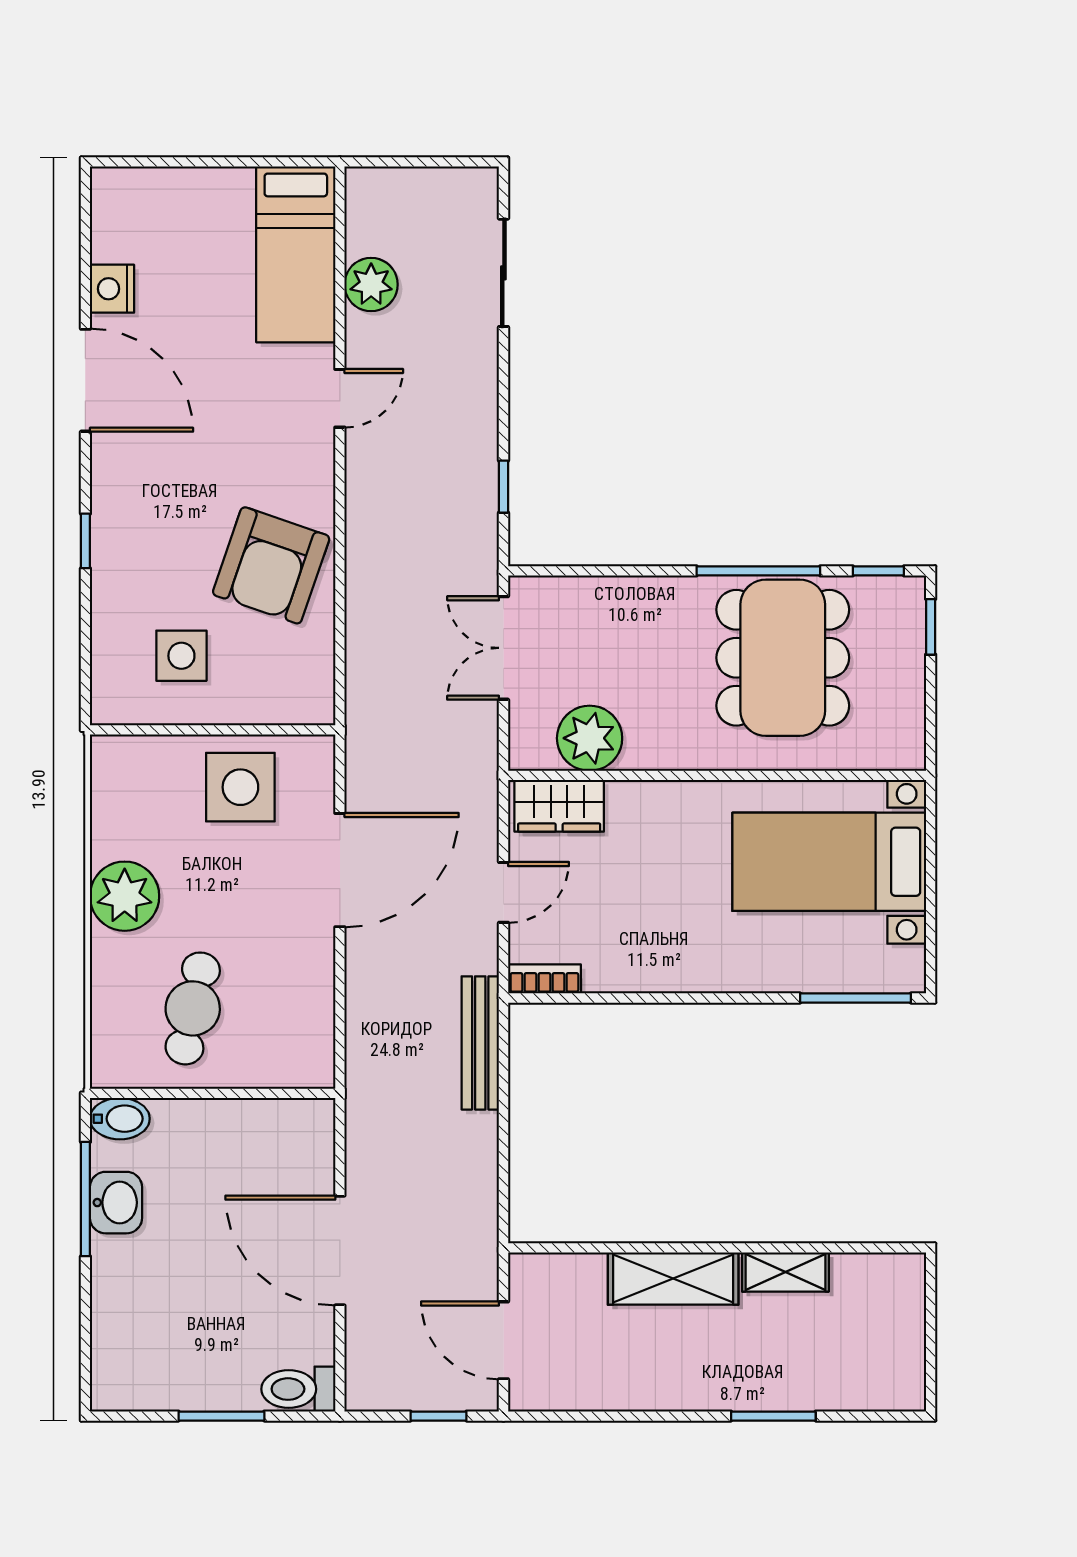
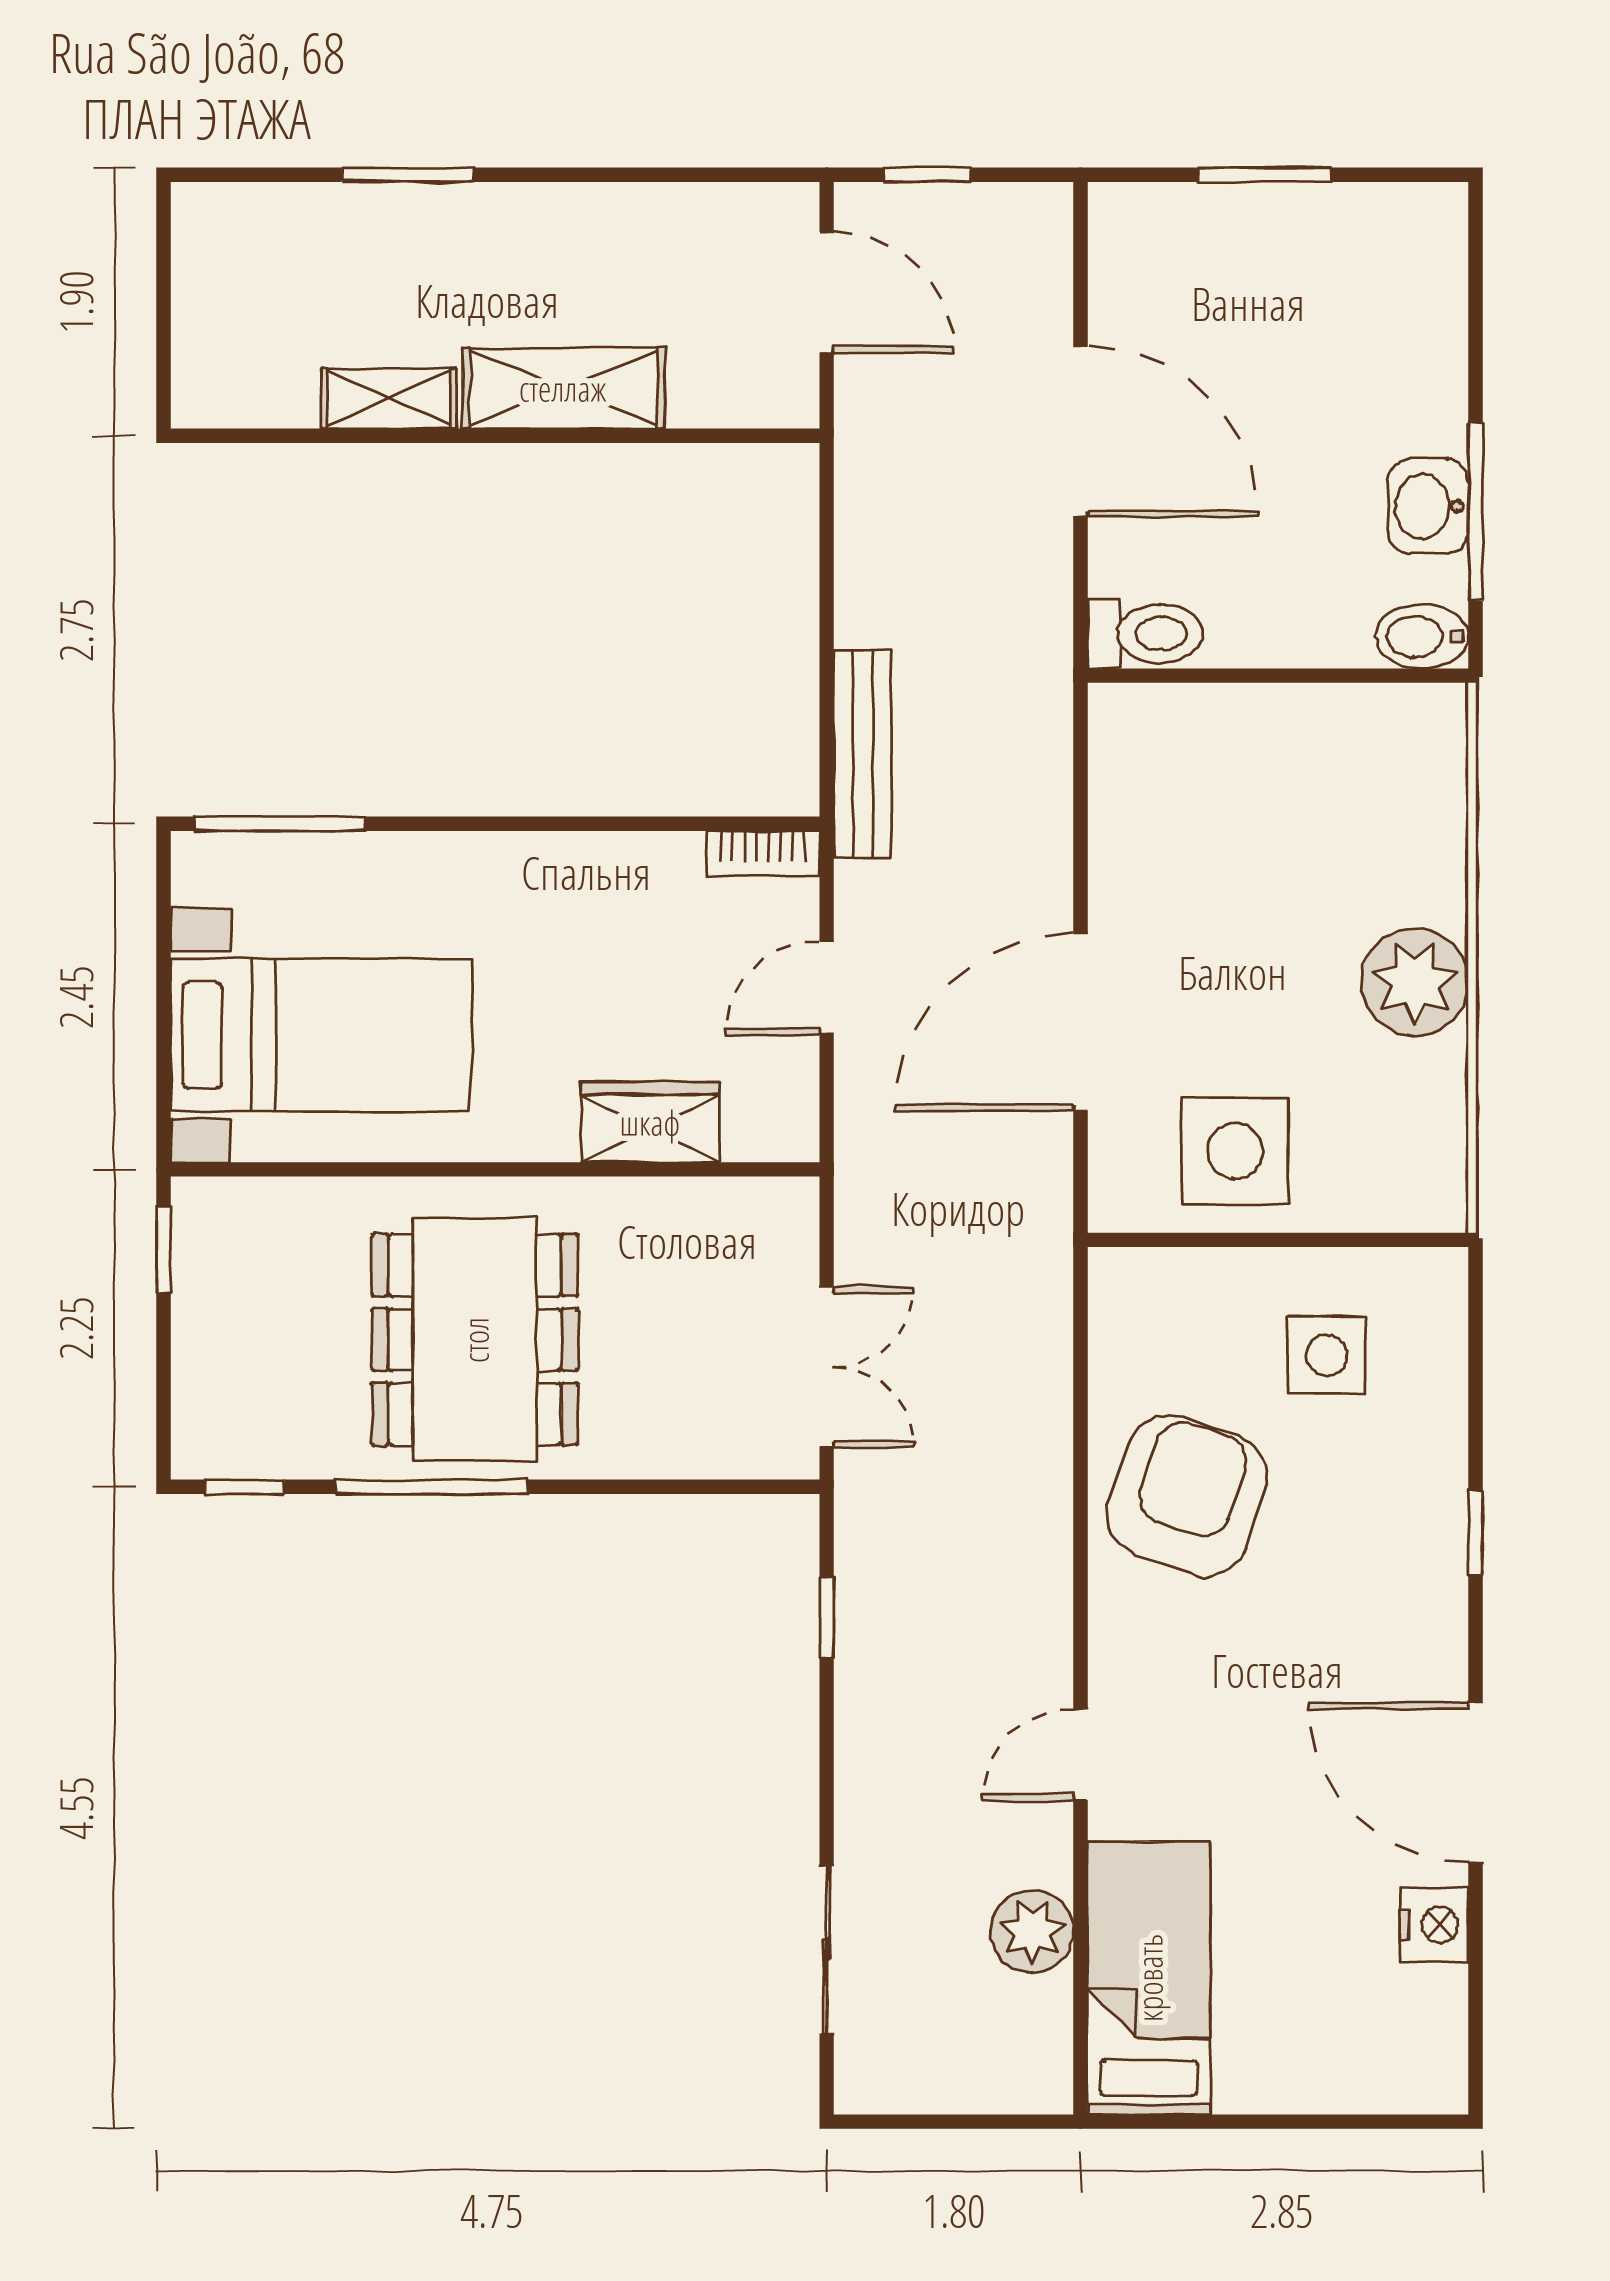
window: (931, 627) -> (164, 1250), moved
dining table: (783, 658) -> (475, 1340), moved
plant: (590, 738) -> (693, 1227), removed
wardrobe: (559, 806) -> (650, 1122), moved
cafe table: (193, 1008) -> (1309, 808), removed
toilet: (298, 1389) -> (1145, 634), moved

